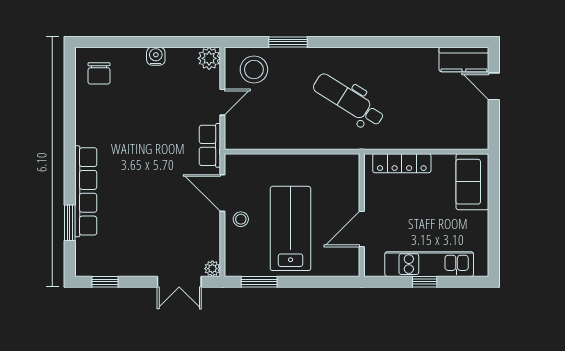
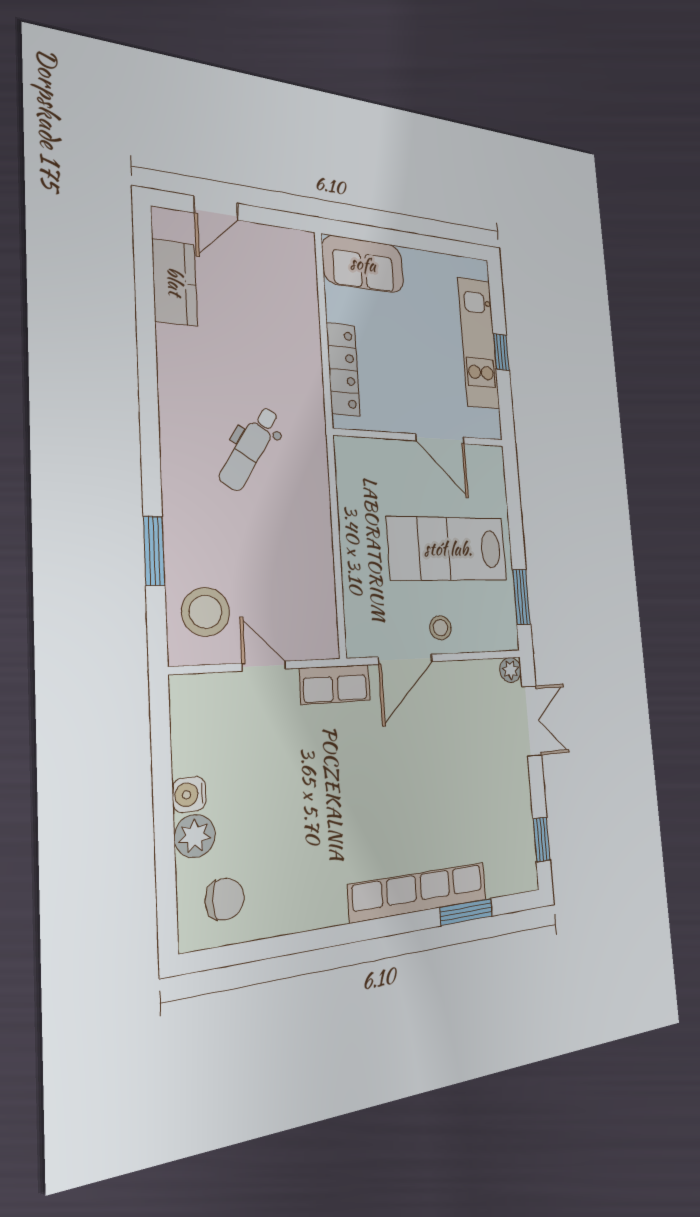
plant: (209, 58) -> (195, 836), moved
kitchen counter: (464, 59) -> (175, 282), moved
dental chair: (349, 100) -> (250, 448), width x0.73, depth x0.72

